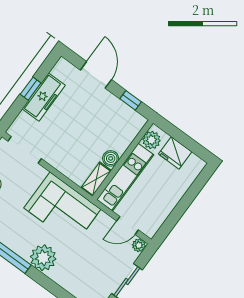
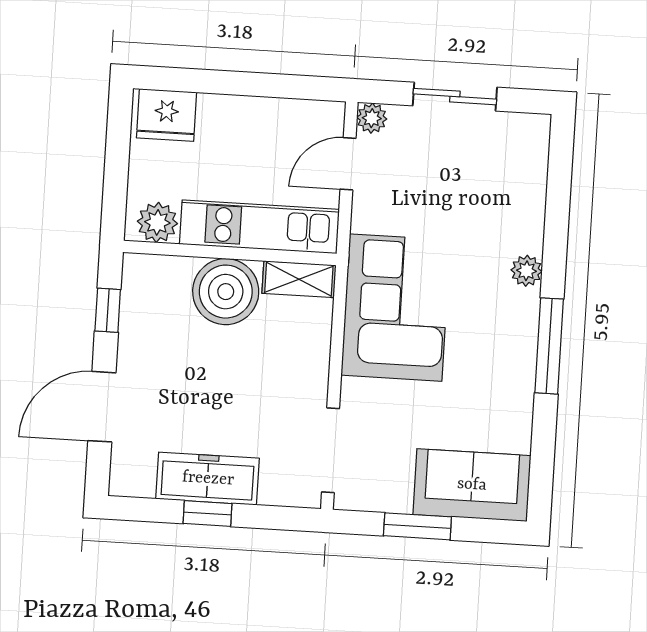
fridge: (175, 153) -> (167, 115), moved, turned 90
boiler: (111, 158) -> (226, 292), width x1.86, depth x1.86
door: (128, 225) -> (348, 164), swing flipped
plant: (43, 258) -> (526, 271), width x0.53, depth x0.53

